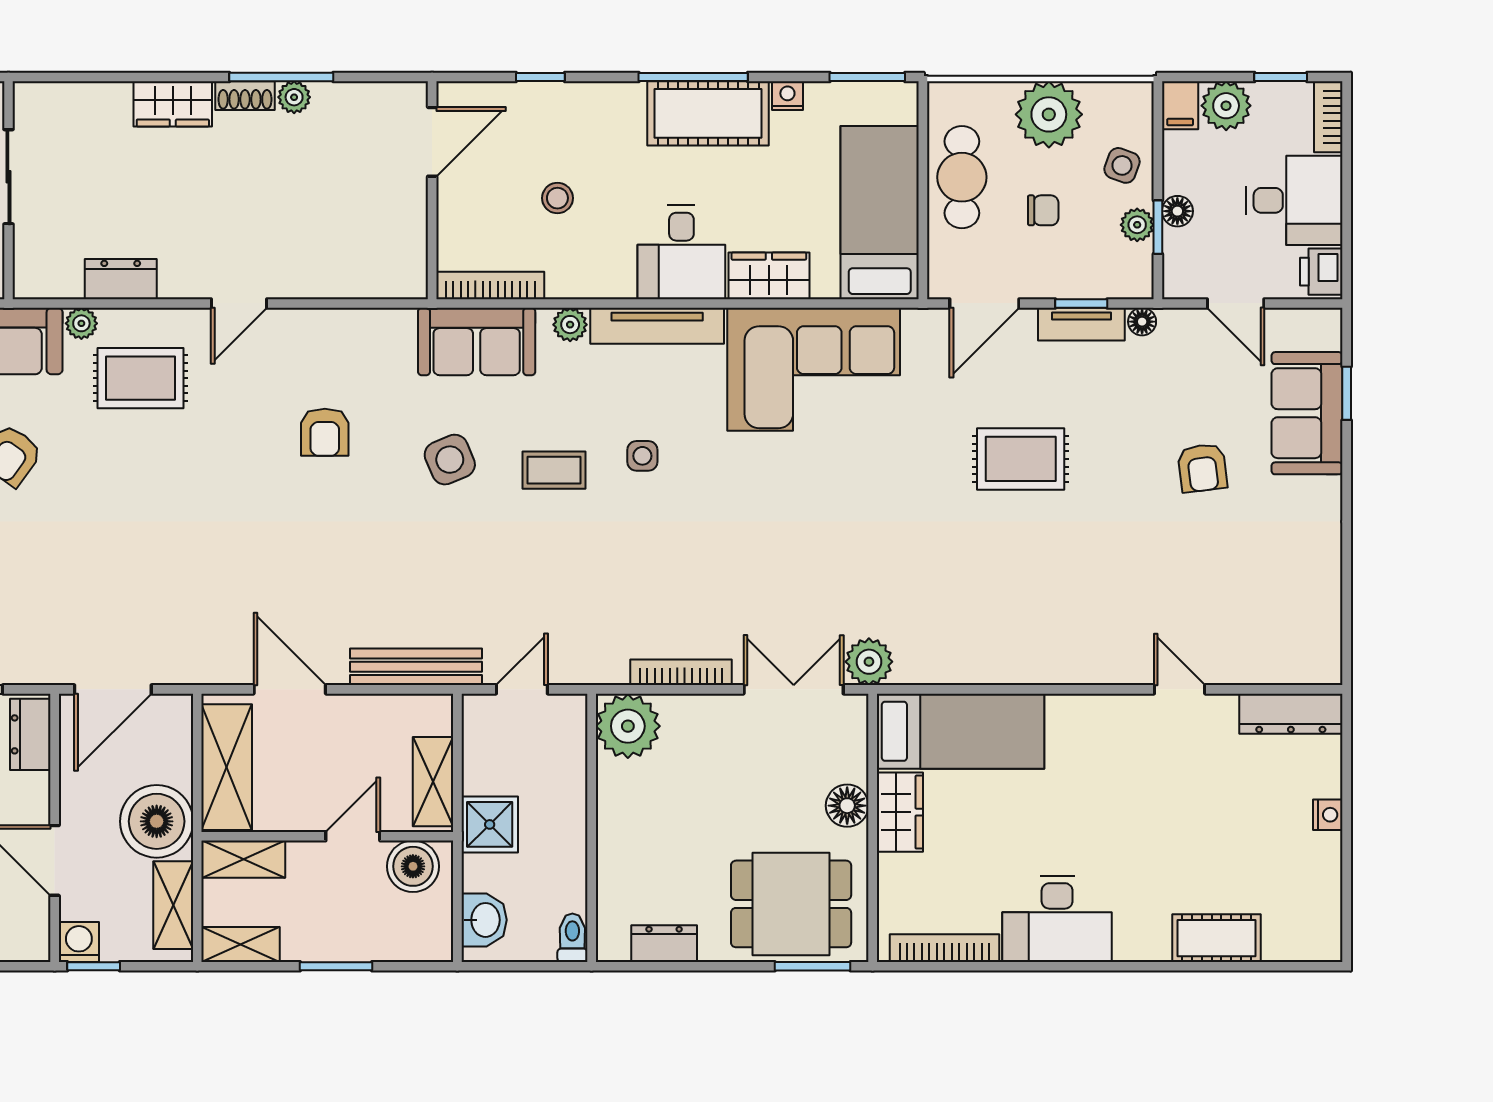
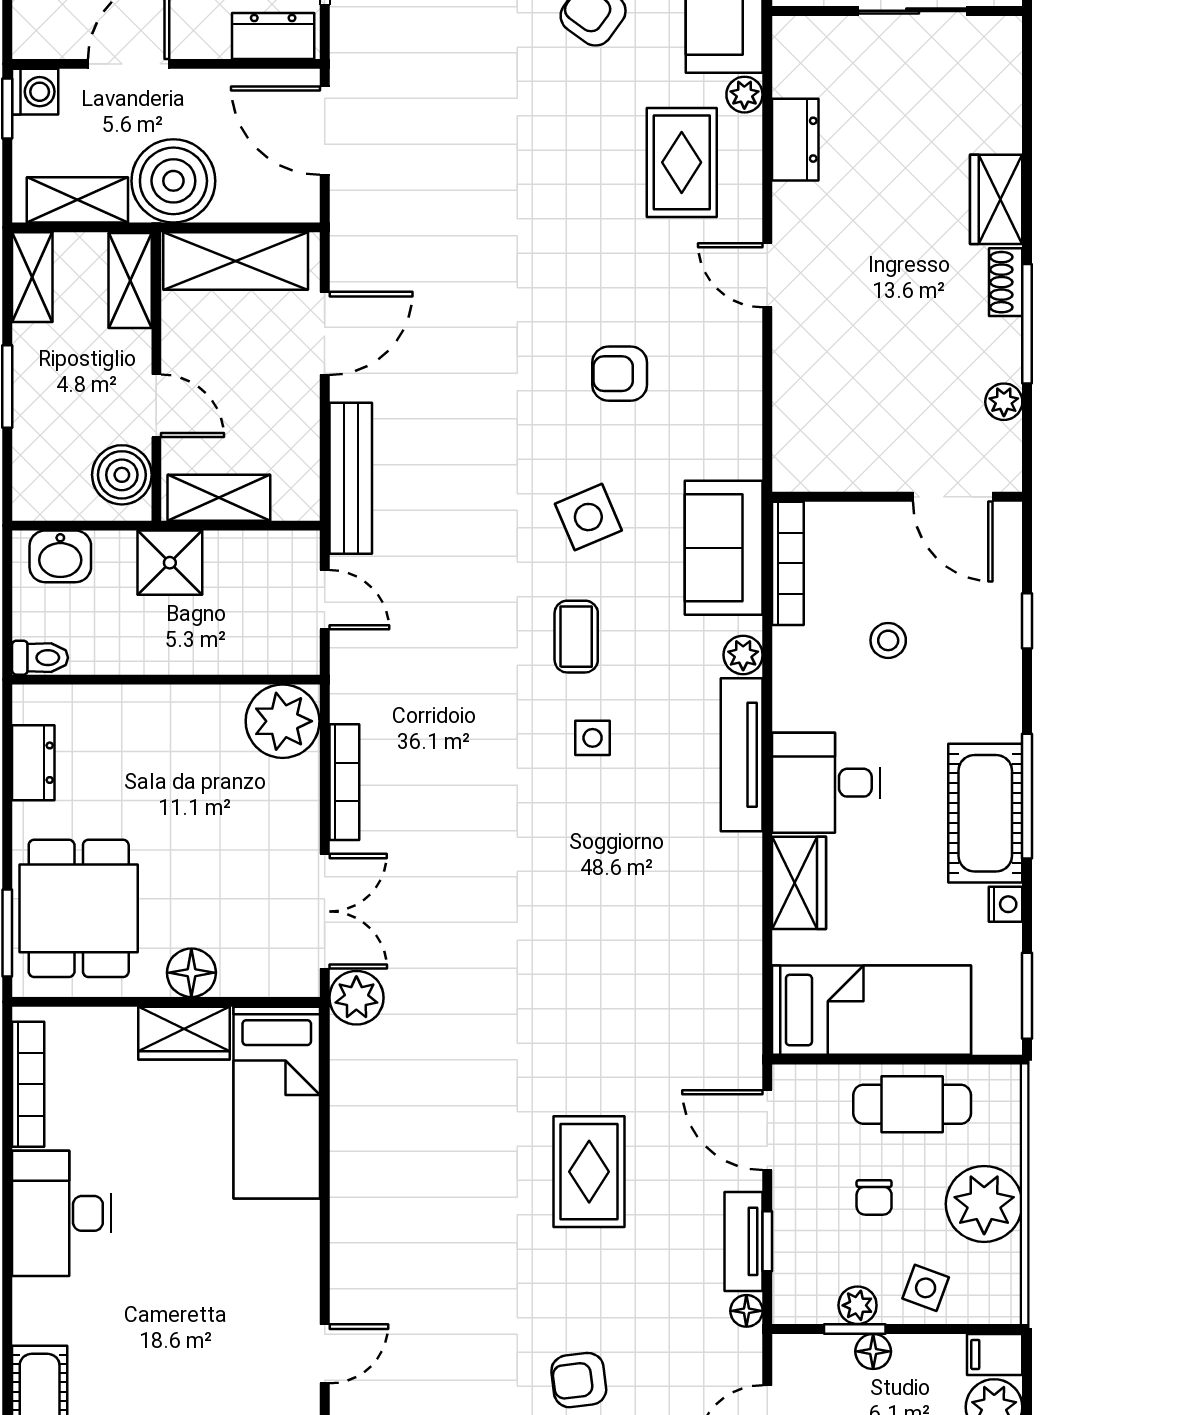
plant: (294, 97) -> (1004, 402), moved
corner sofa: (814, 369) -> (692, 934), removed

